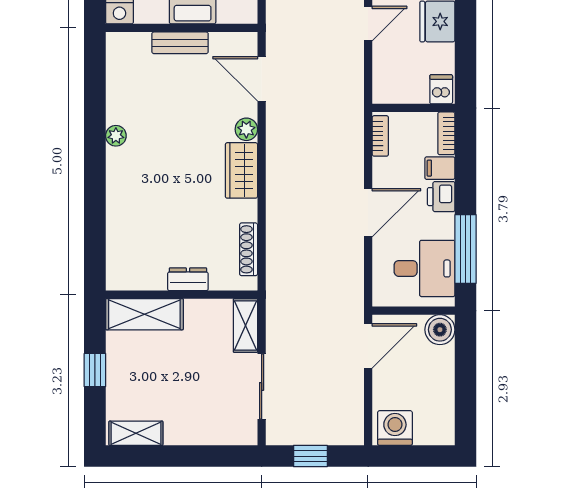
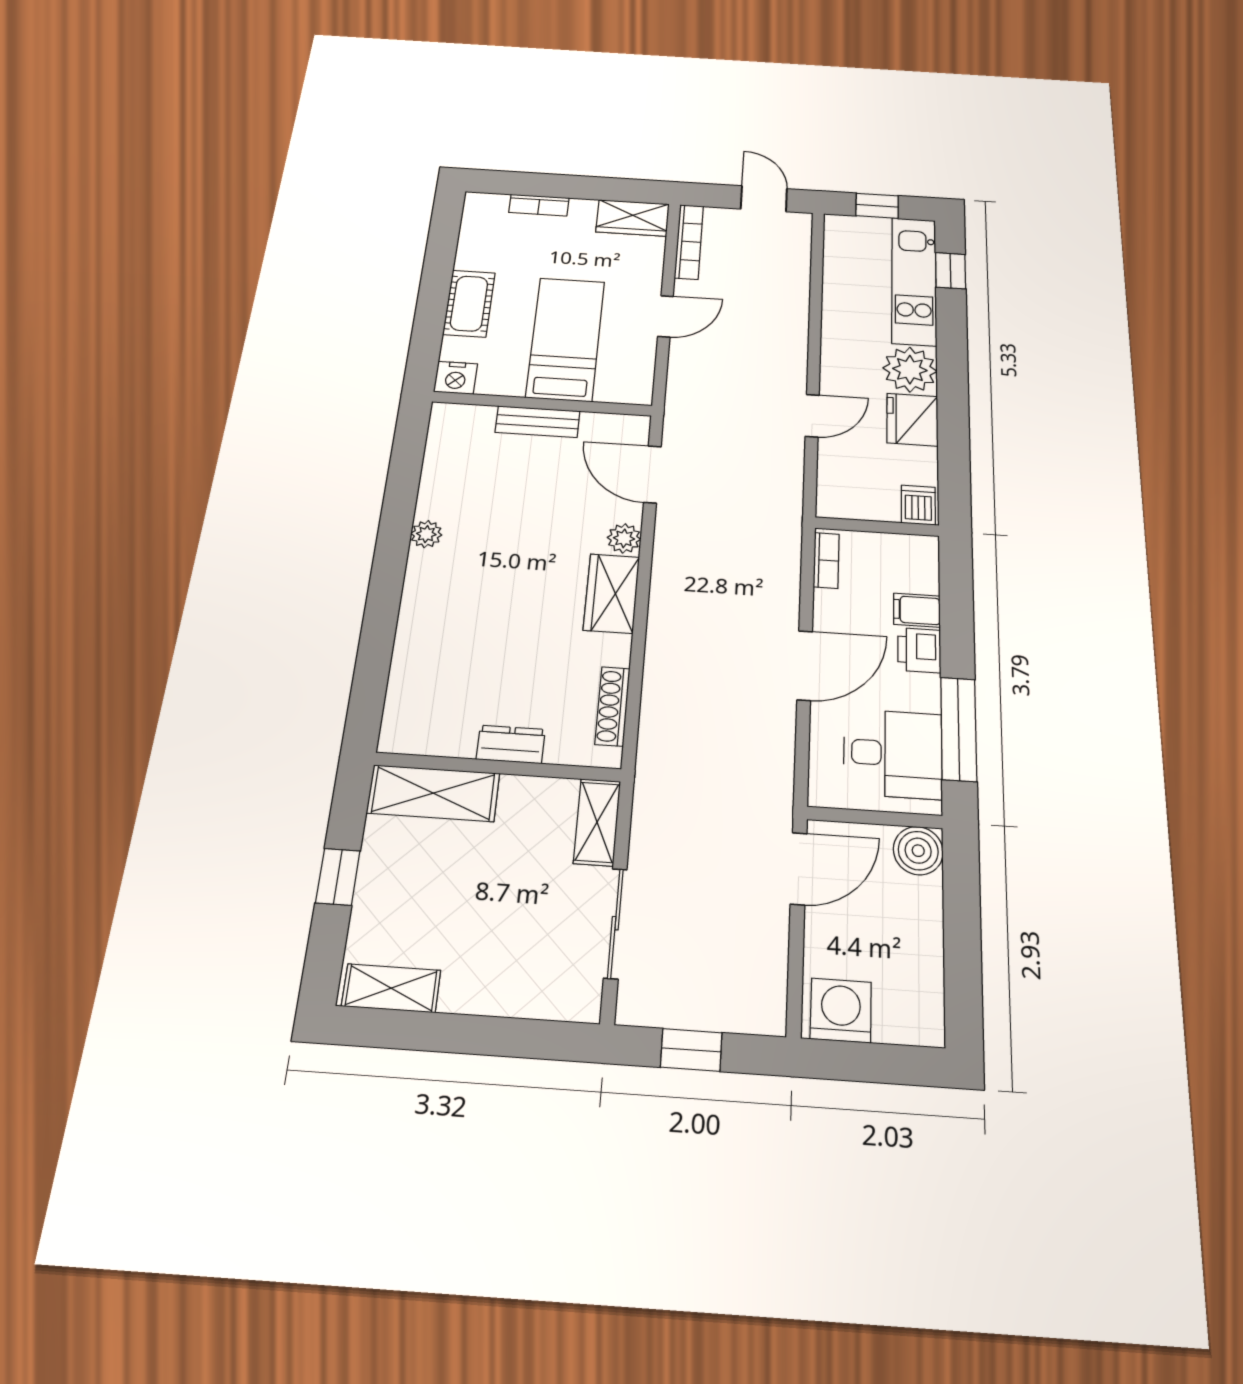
bookcase: (446, 133) -> (927, 564), removed

